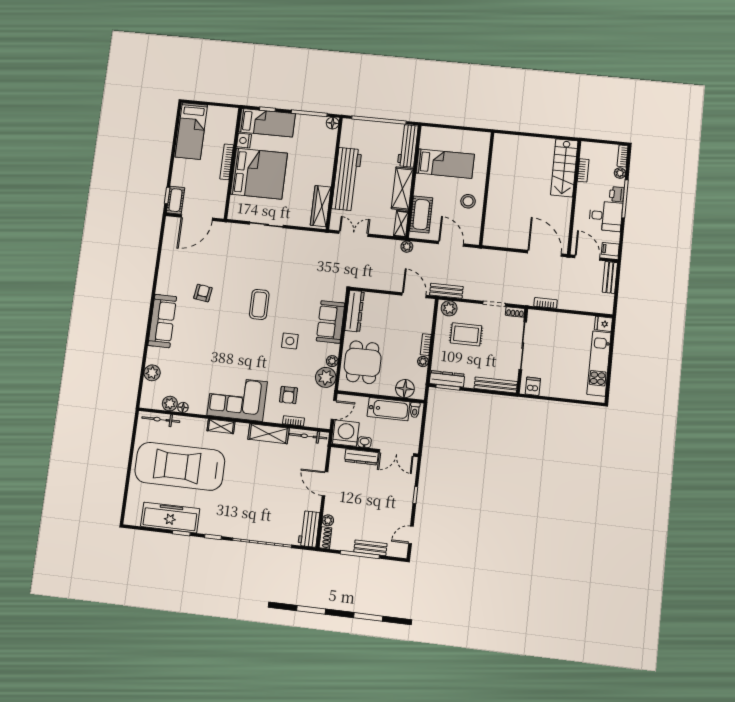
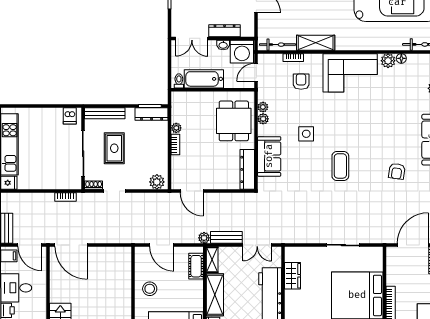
wardrobe: (321, 206) -> (292, 276), width x0.67
cot: (421, 214) -> (196, 266), width x0.73, depth x0.75
bench: (446, 291) -> (226, 237), moved
rug: (466, 334) -> (114, 148), moved, turned 90
plant: (326, 377) -> (263, 107), width x0.53, depth x0.53
floor lamp: (405, 389) -> (191, 100), removed
plant: (170, 404) -> (388, 61), moved
shelving: (221, 426) -> (362, 44), removed
double door: (396, 453) -> (192, 38), swing flipped

